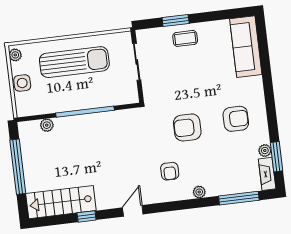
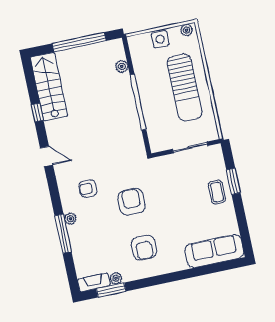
window: (239, 198) -> (63, 234), moved

